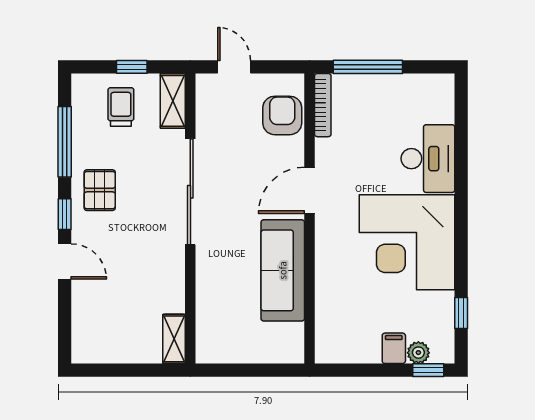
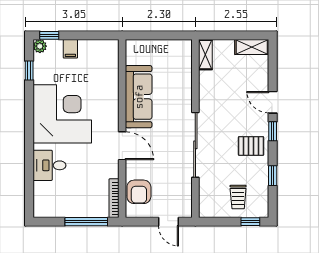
window: (132, 67) -> (250, 222), moved
shelving: (173, 101) -> (252, 47), moved, turned 90
window: (65, 142) -> (273, 176), width x0.46
desk: (428, 159) -> (49, 165), width x0.73
pallet: (100, 190) -> (251, 146), turned 90
door: (309, 190) -> (122, 146), hinge flipped
plant: (418, 353) -> (40, 46), moved

